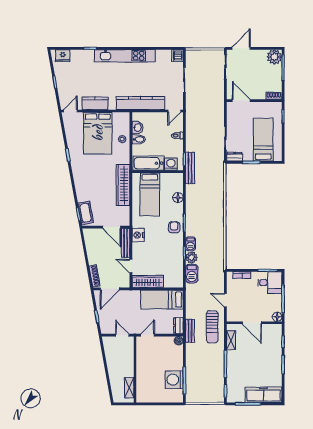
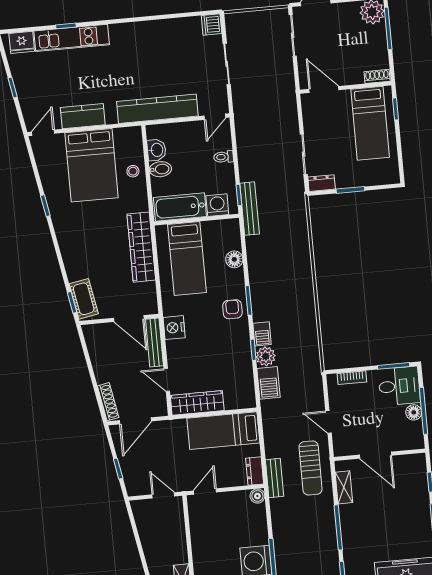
kitchen unit: (125, 56) -> (72, 38), moved, width x0.73
bed: (263, 140) -> (370, 123), moved, turned 180
floor lamp: (277, 317) -> (414, 412), moved

